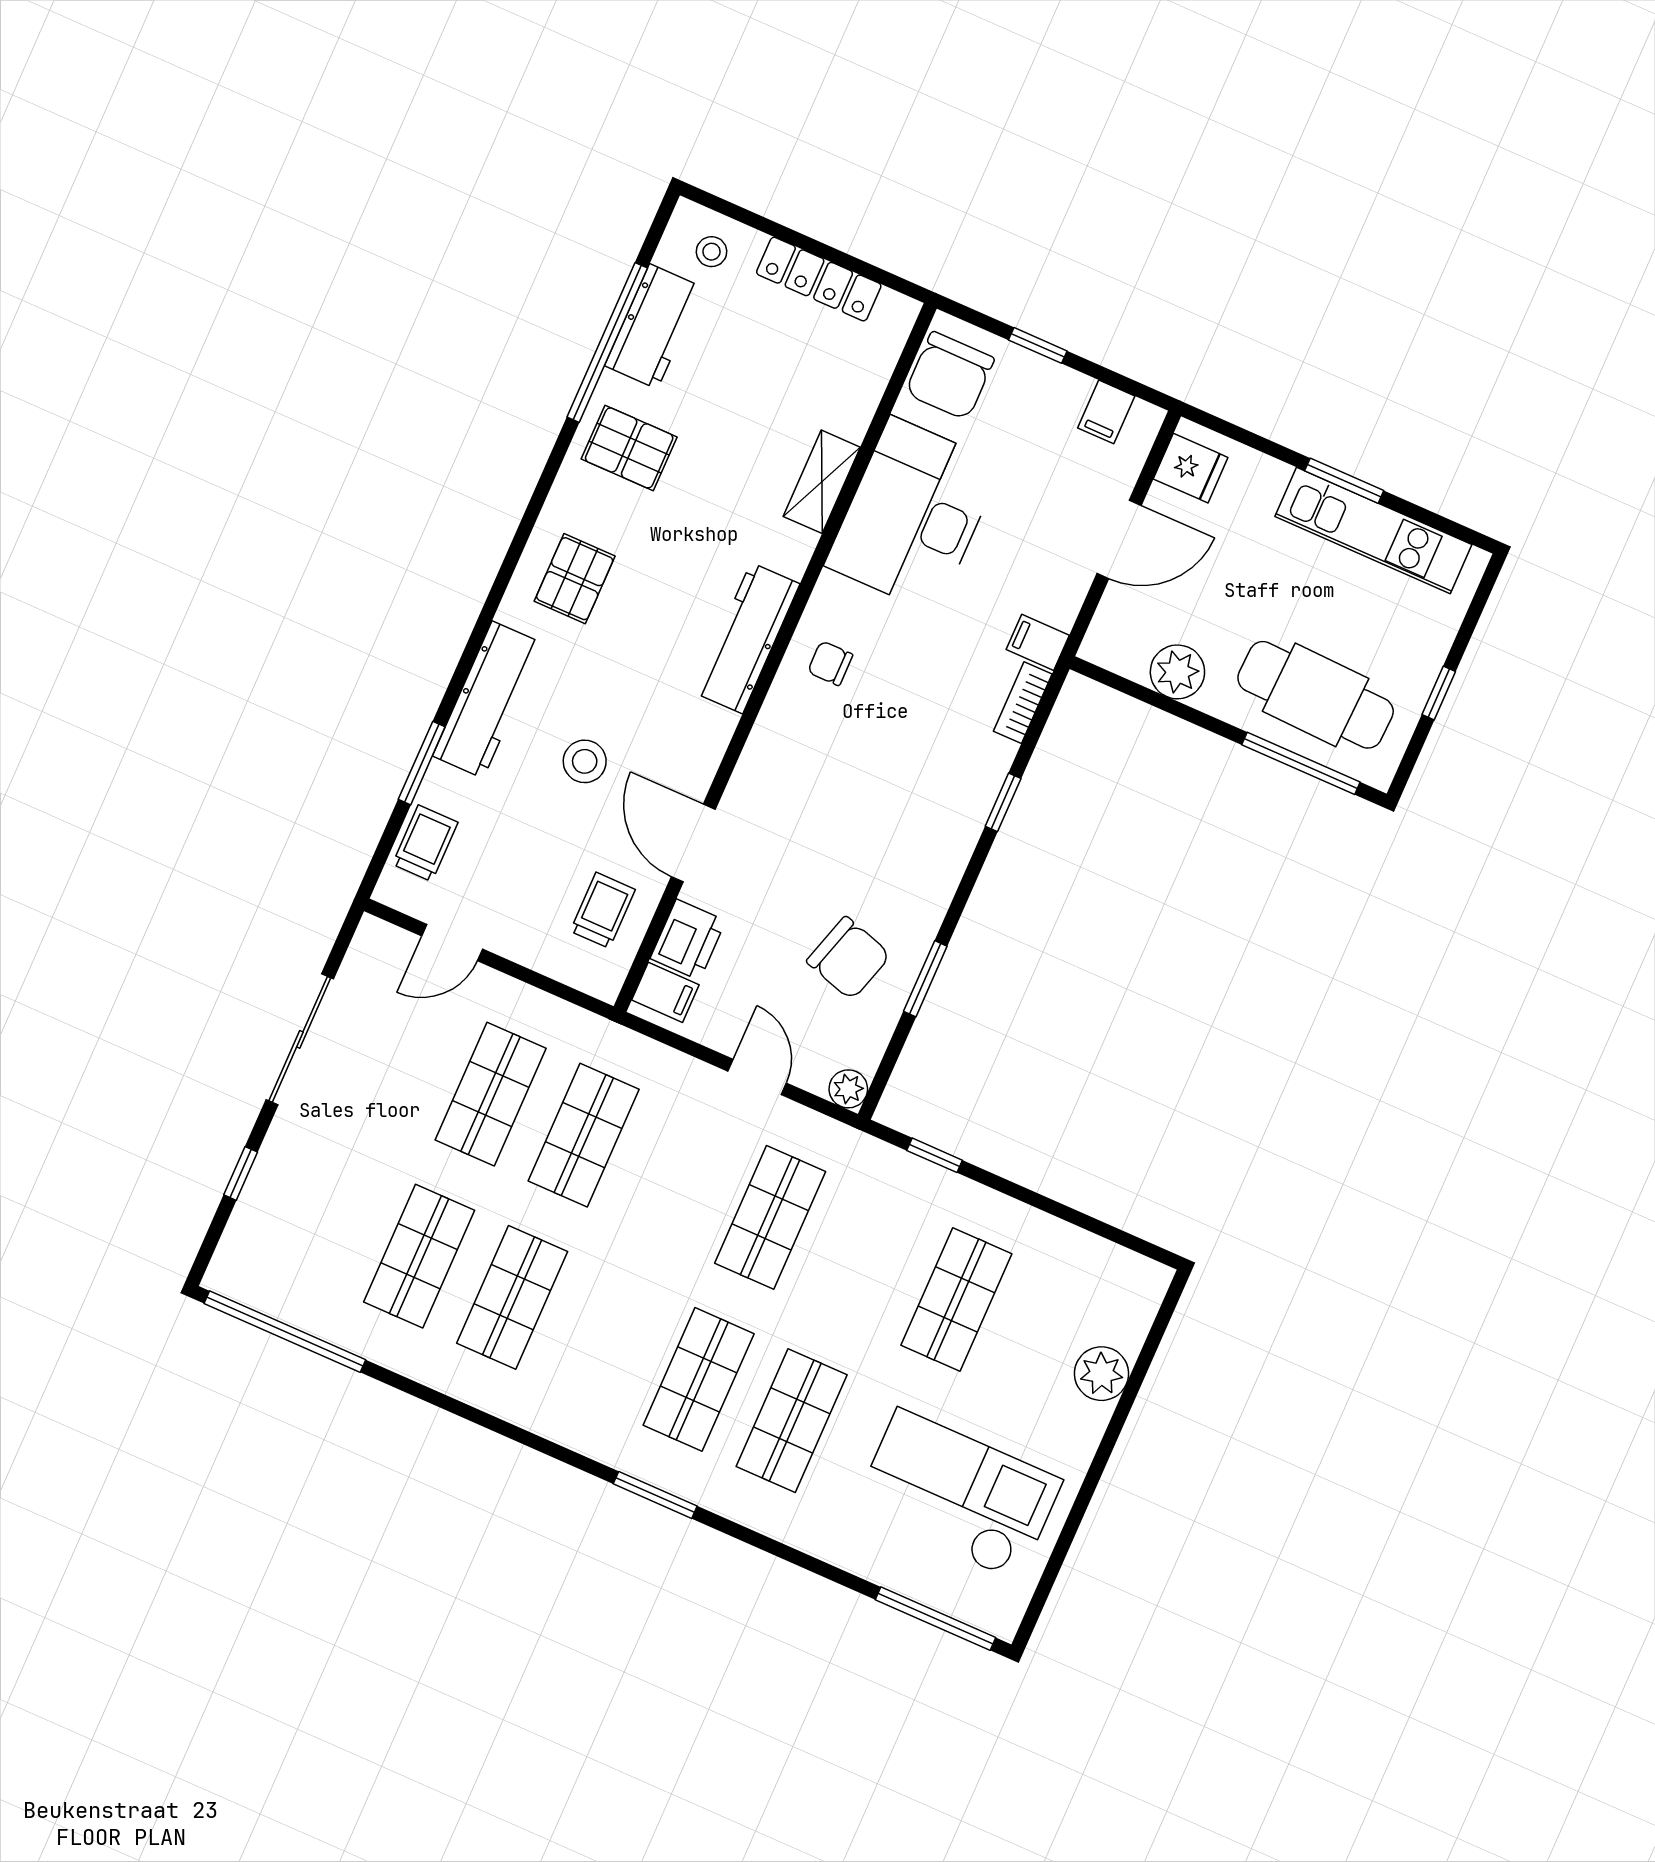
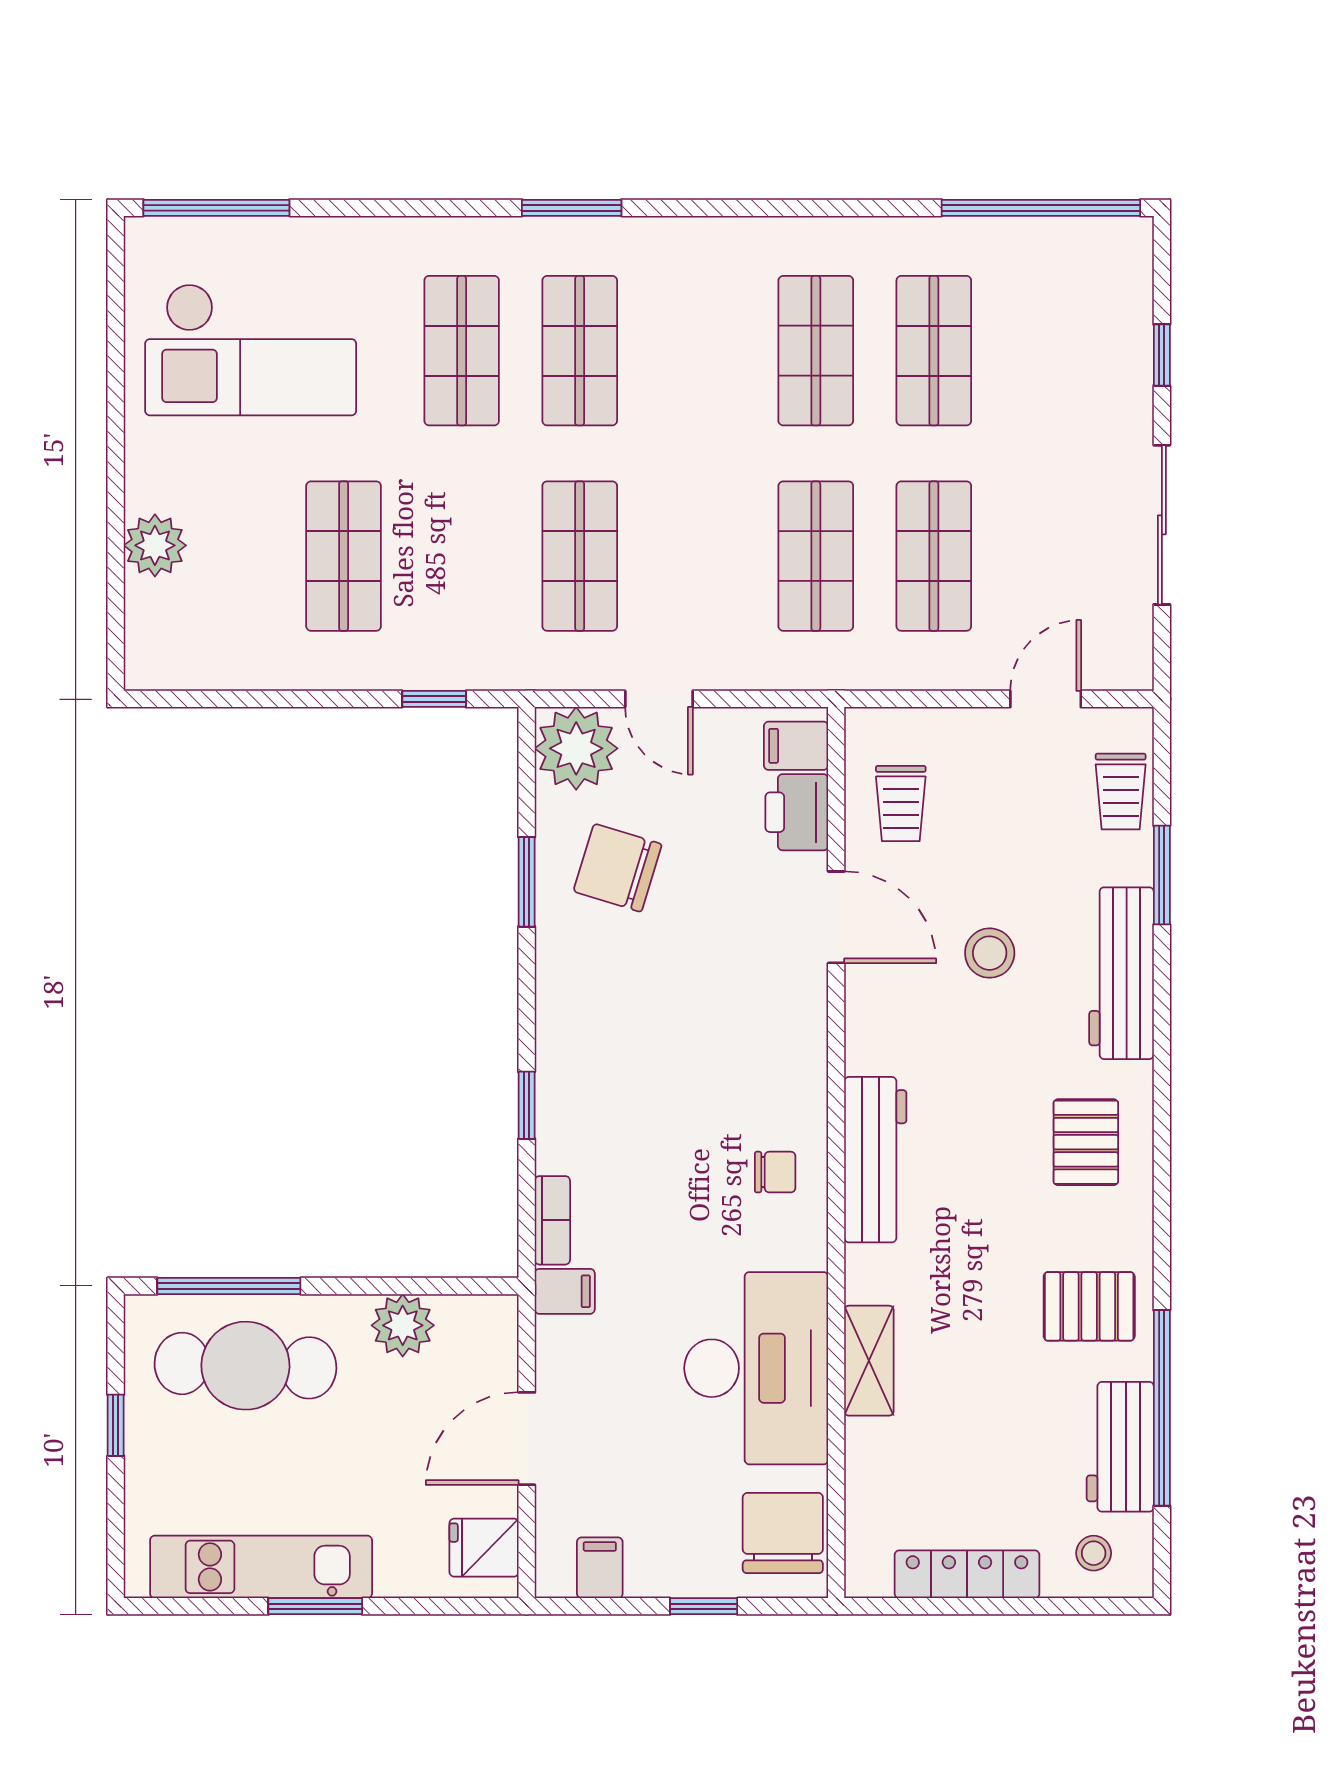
plant: (848, 1089) -> (576, 748), width x1.88, depth x1.88

